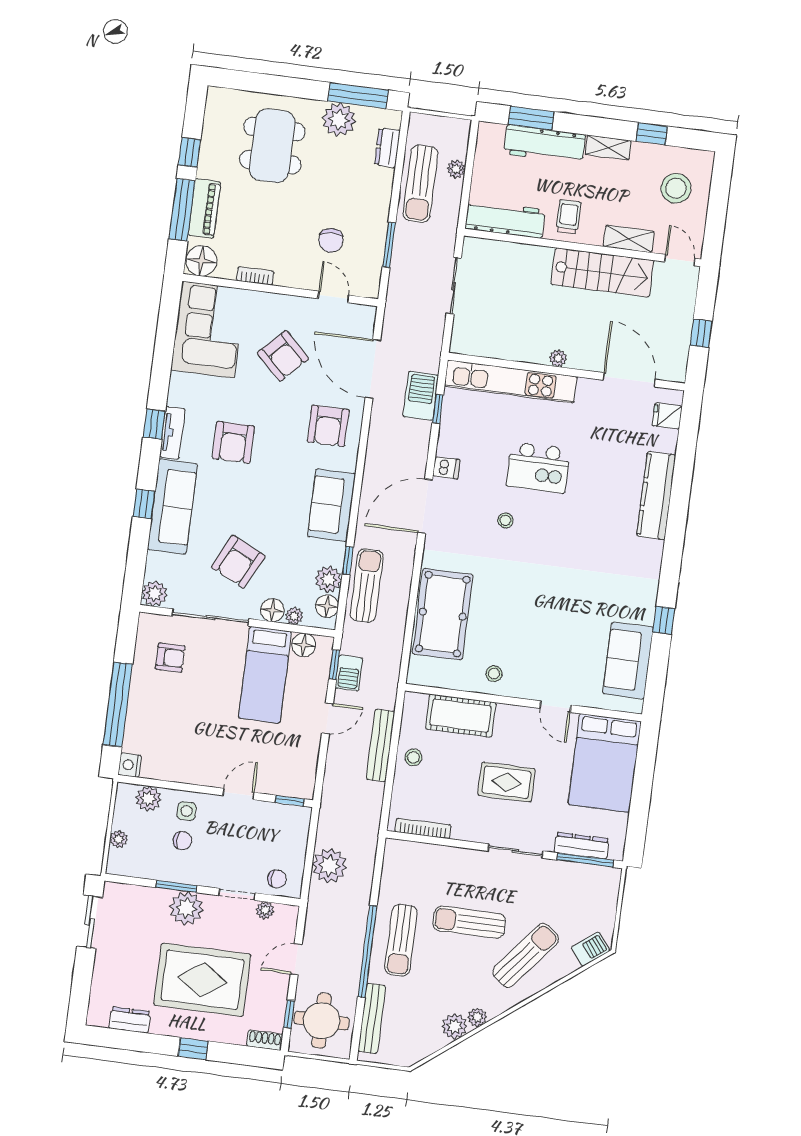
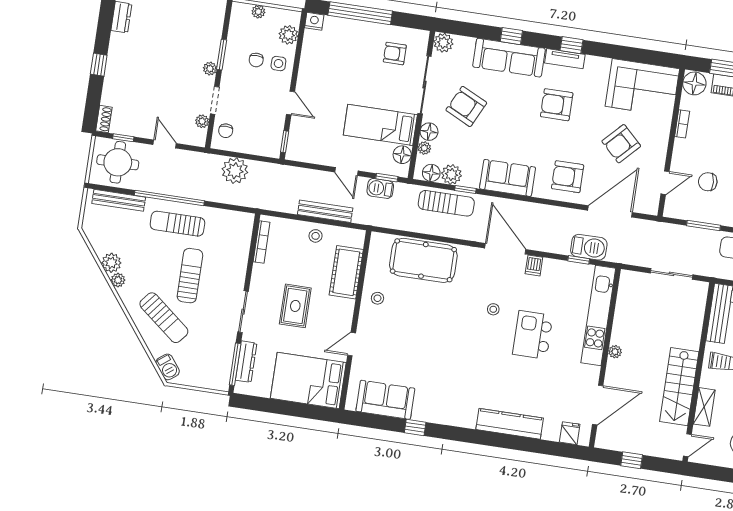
armchair: (170, 658) -> (395, 54), turned 90
plant: (186, 908) -> (210, 69), width x0.53, depth x0.53
rug: (202, 980) -> (151, 73), removed

